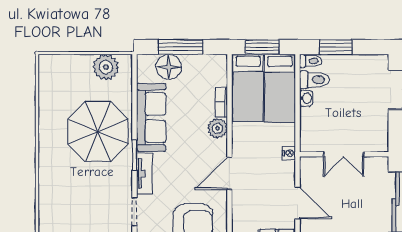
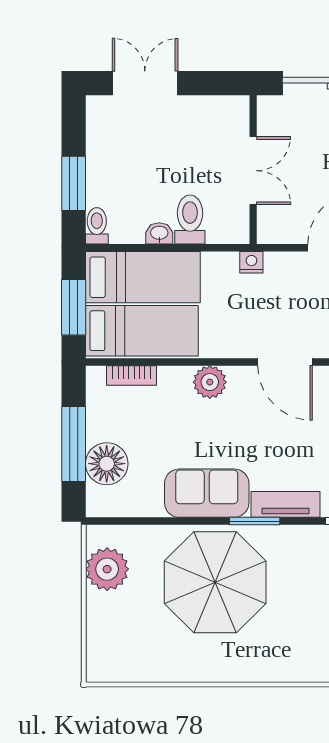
toilet: (314, 80) -> (190, 219), moved
bookcase: (221, 102) -> (131, 375), moved
sofa: (151, 117) -> (207, 493), width x0.73

